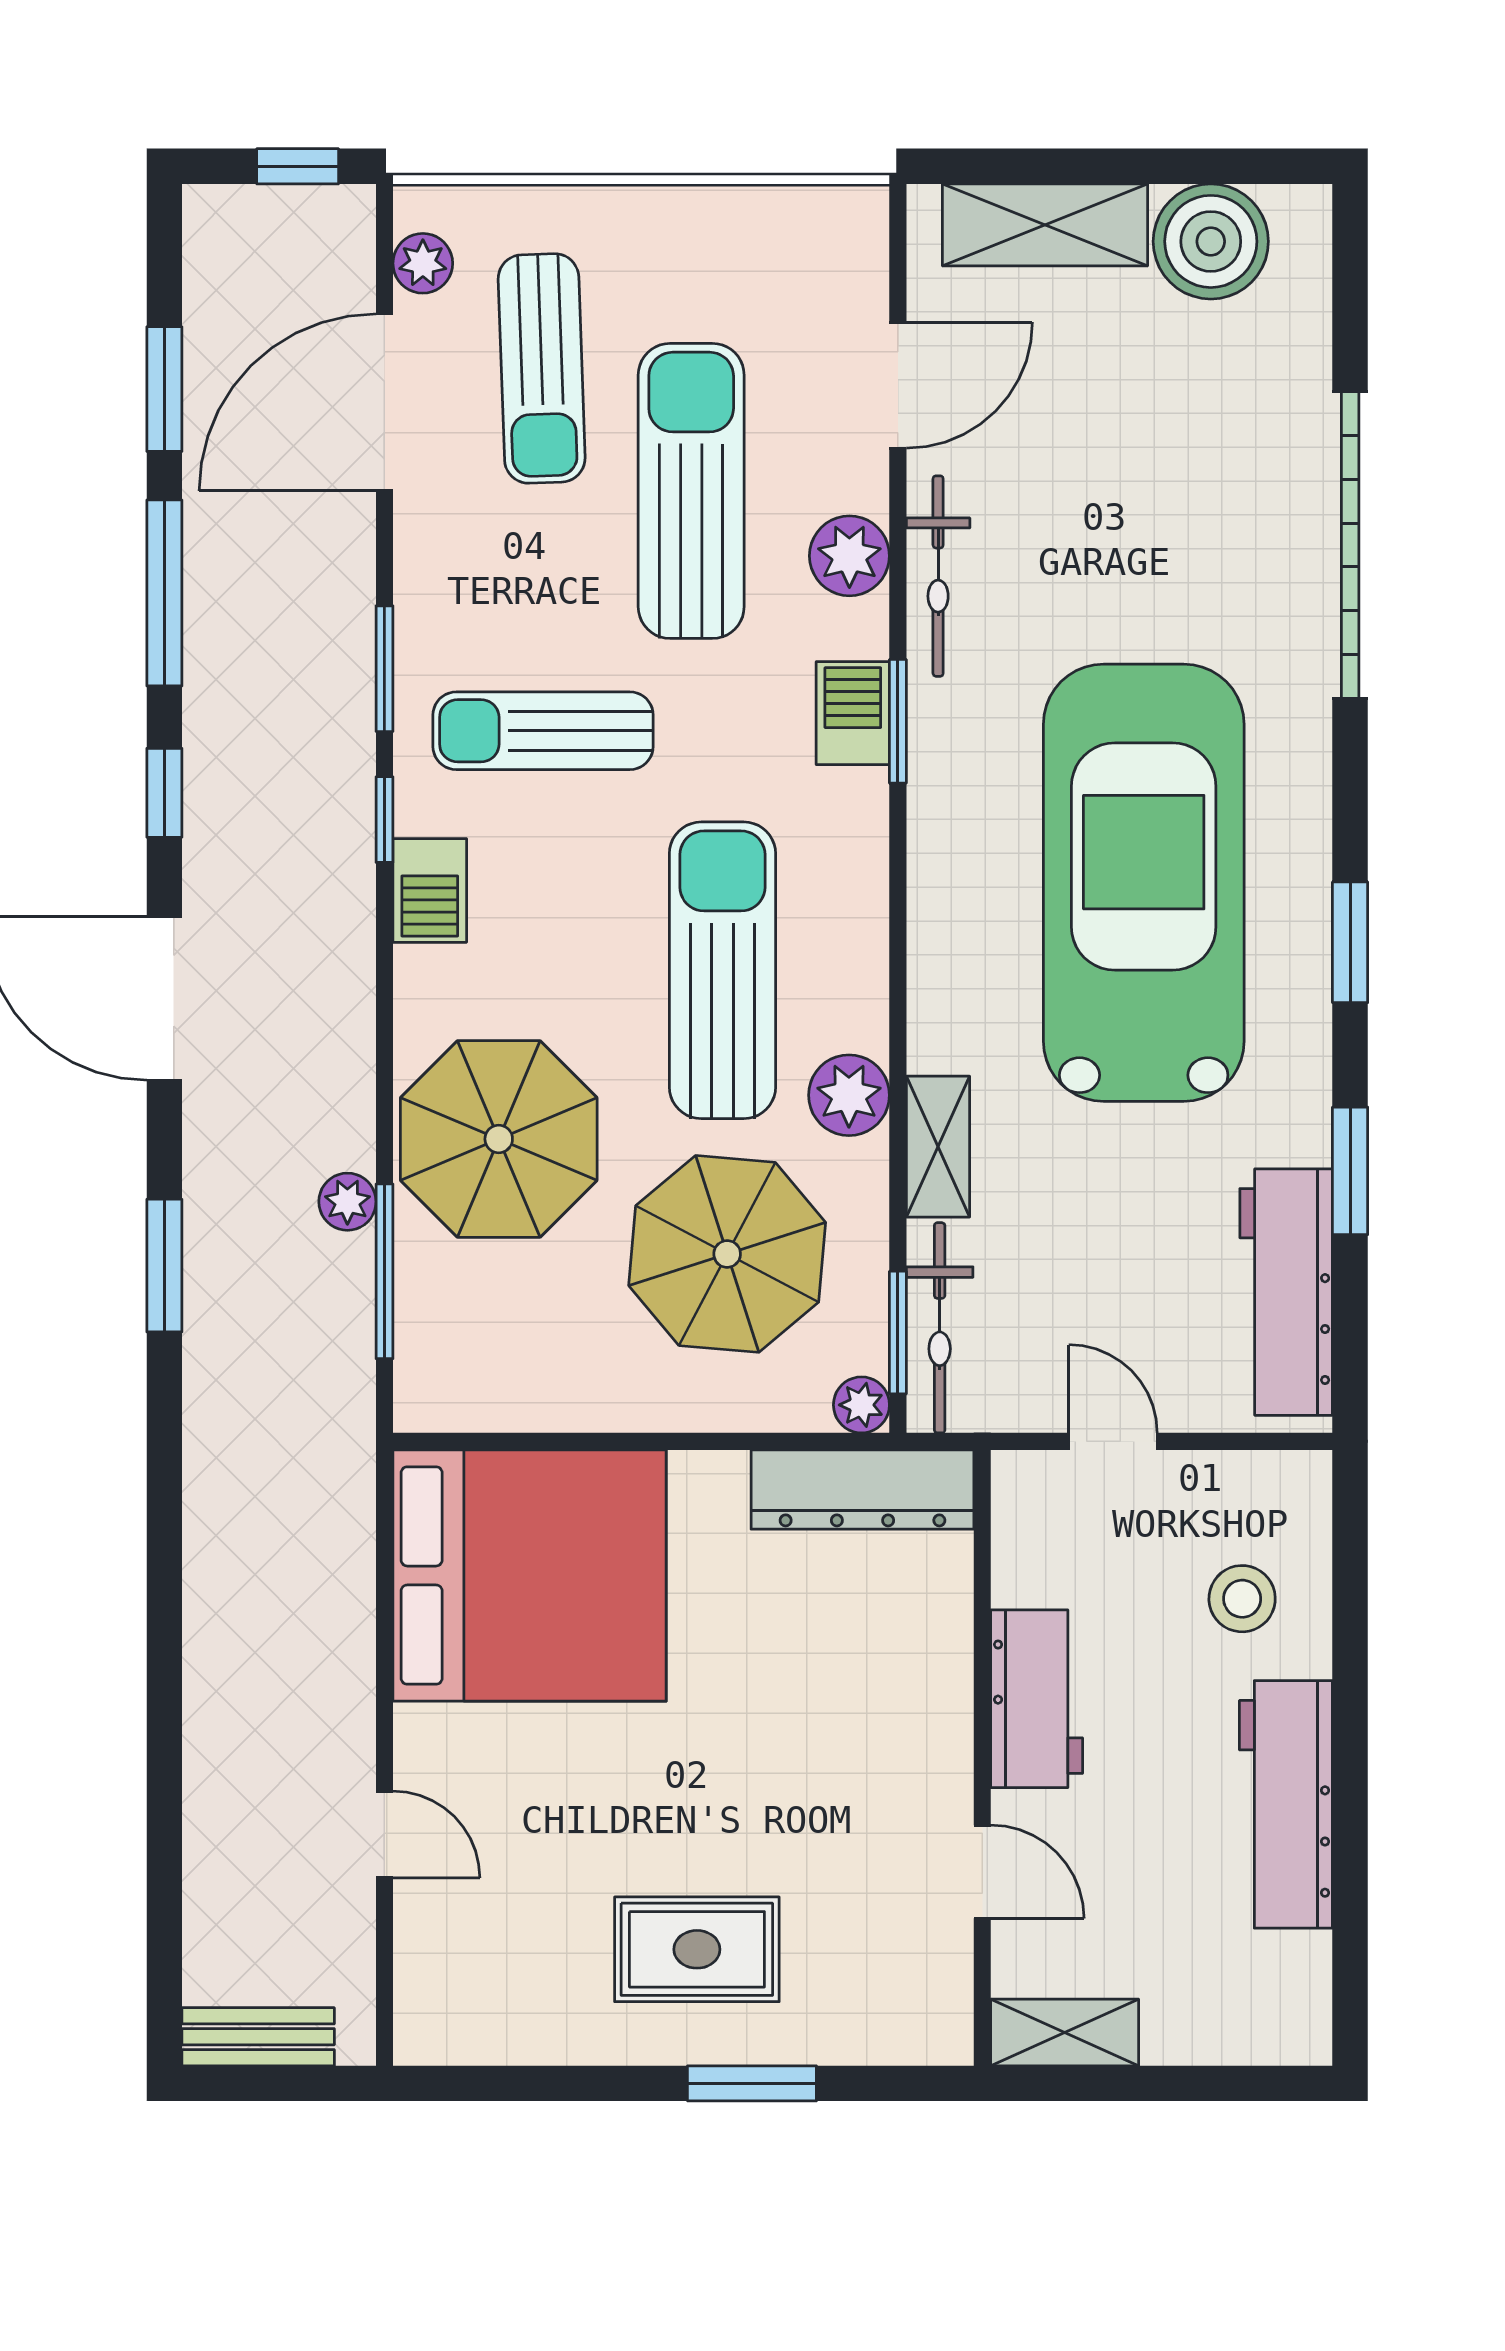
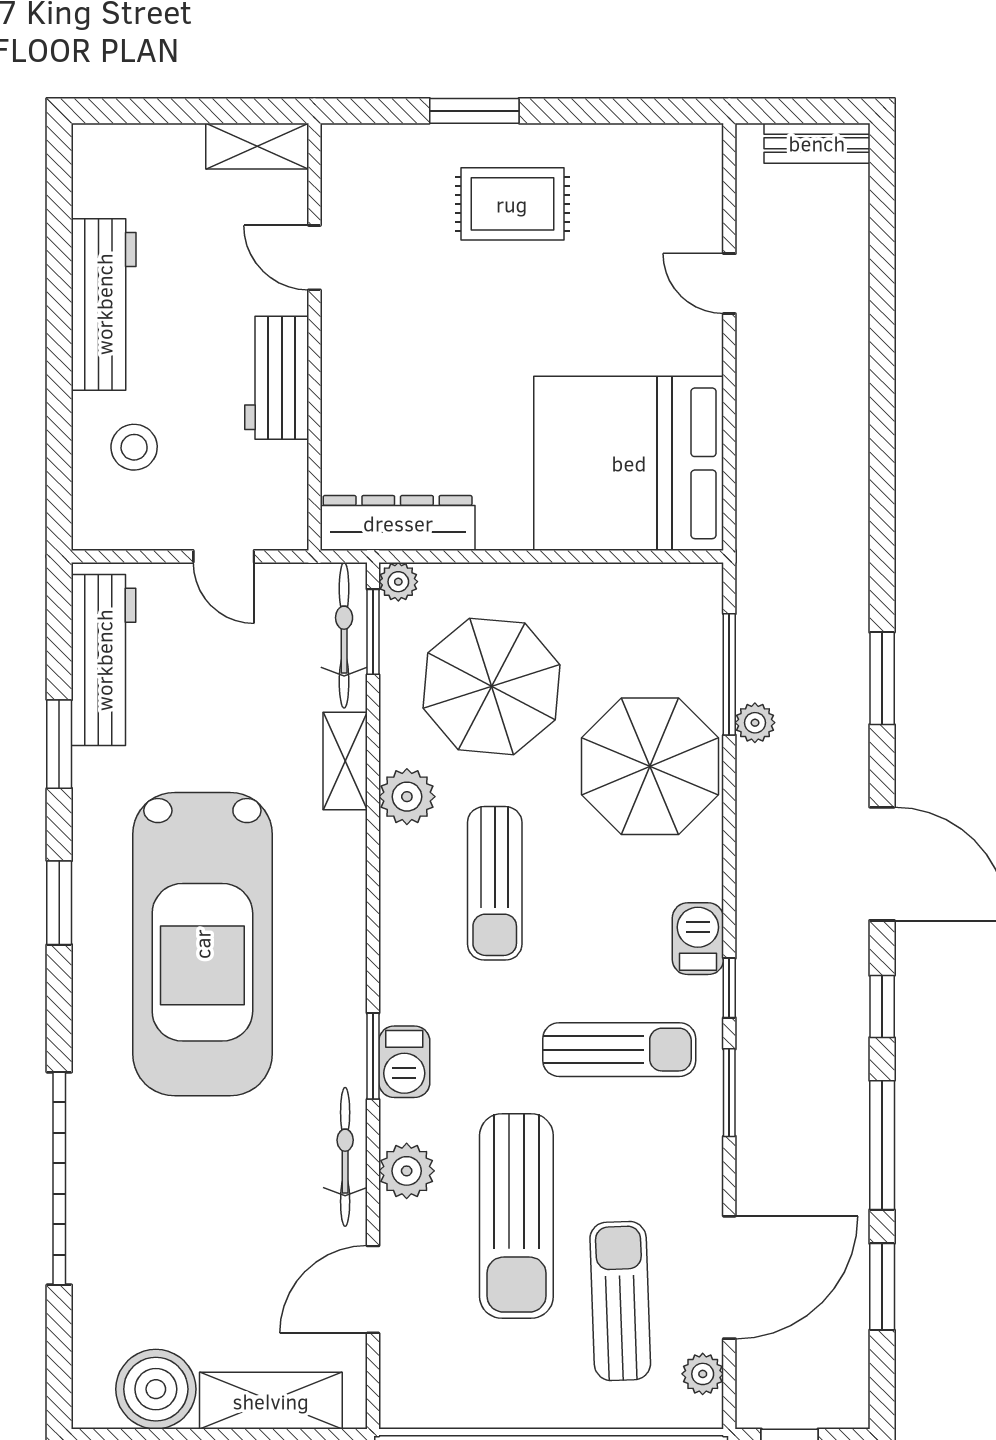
sun lounger: (722, 970) -> (495, 883), width x0.73, depth x0.75

